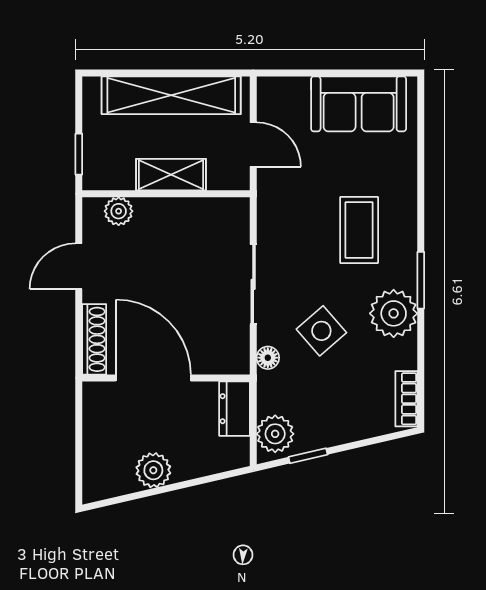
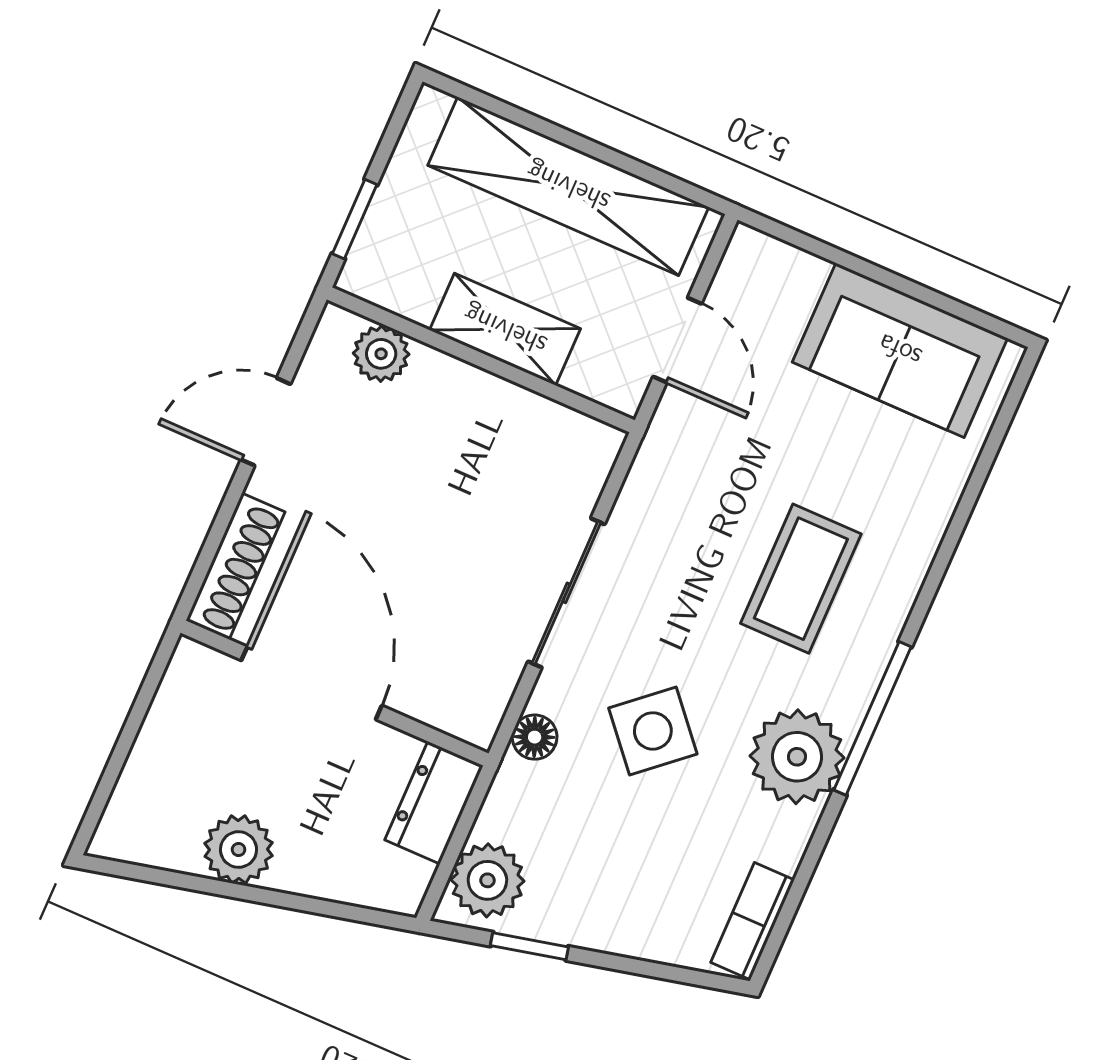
window: (421, 280) -> (873, 718), width x1.44

